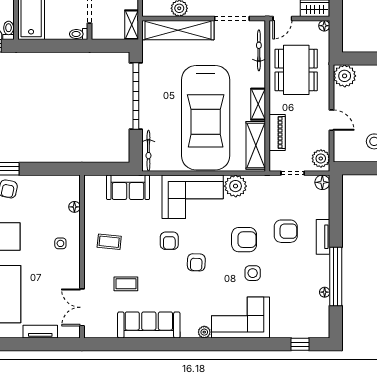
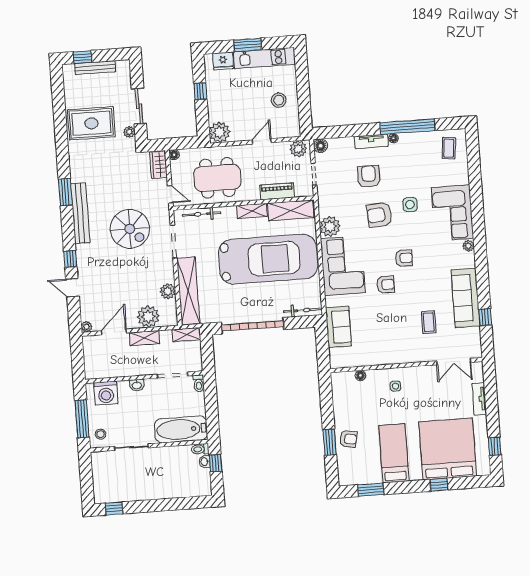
armchair: (244, 240) -> (379, 215), turned -94
coffee table: (109, 242) -> (449, 148), moved
floor lamp: (325, 292) -> (393, 138), moved
window: (300, 344) -> (485, 317), moved

